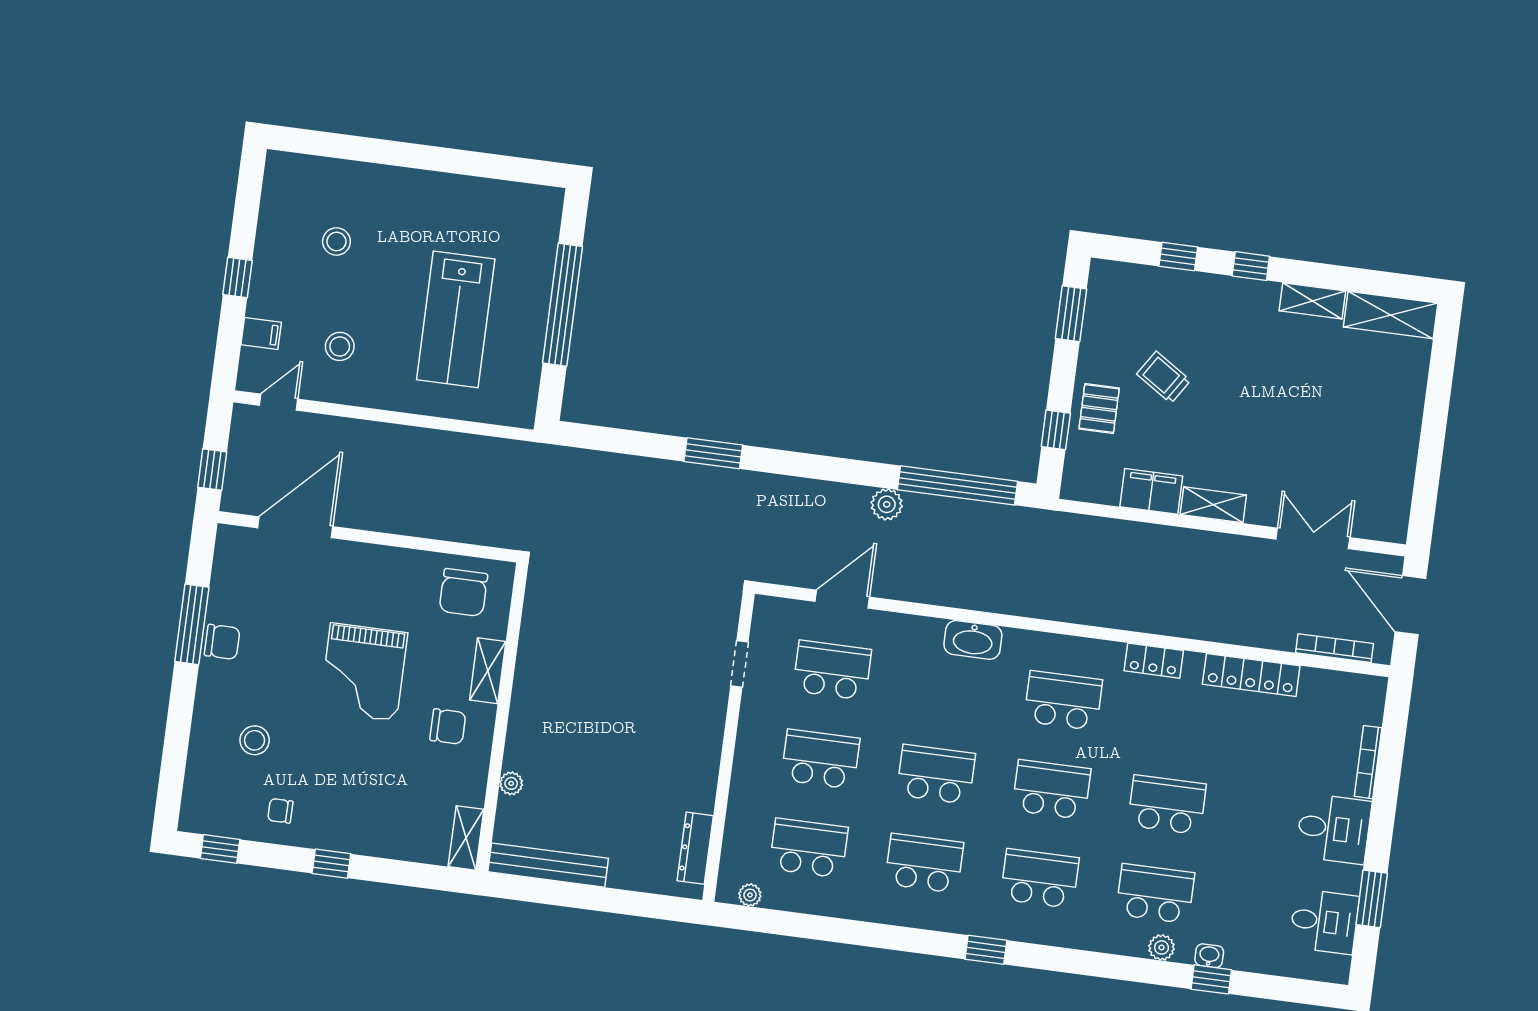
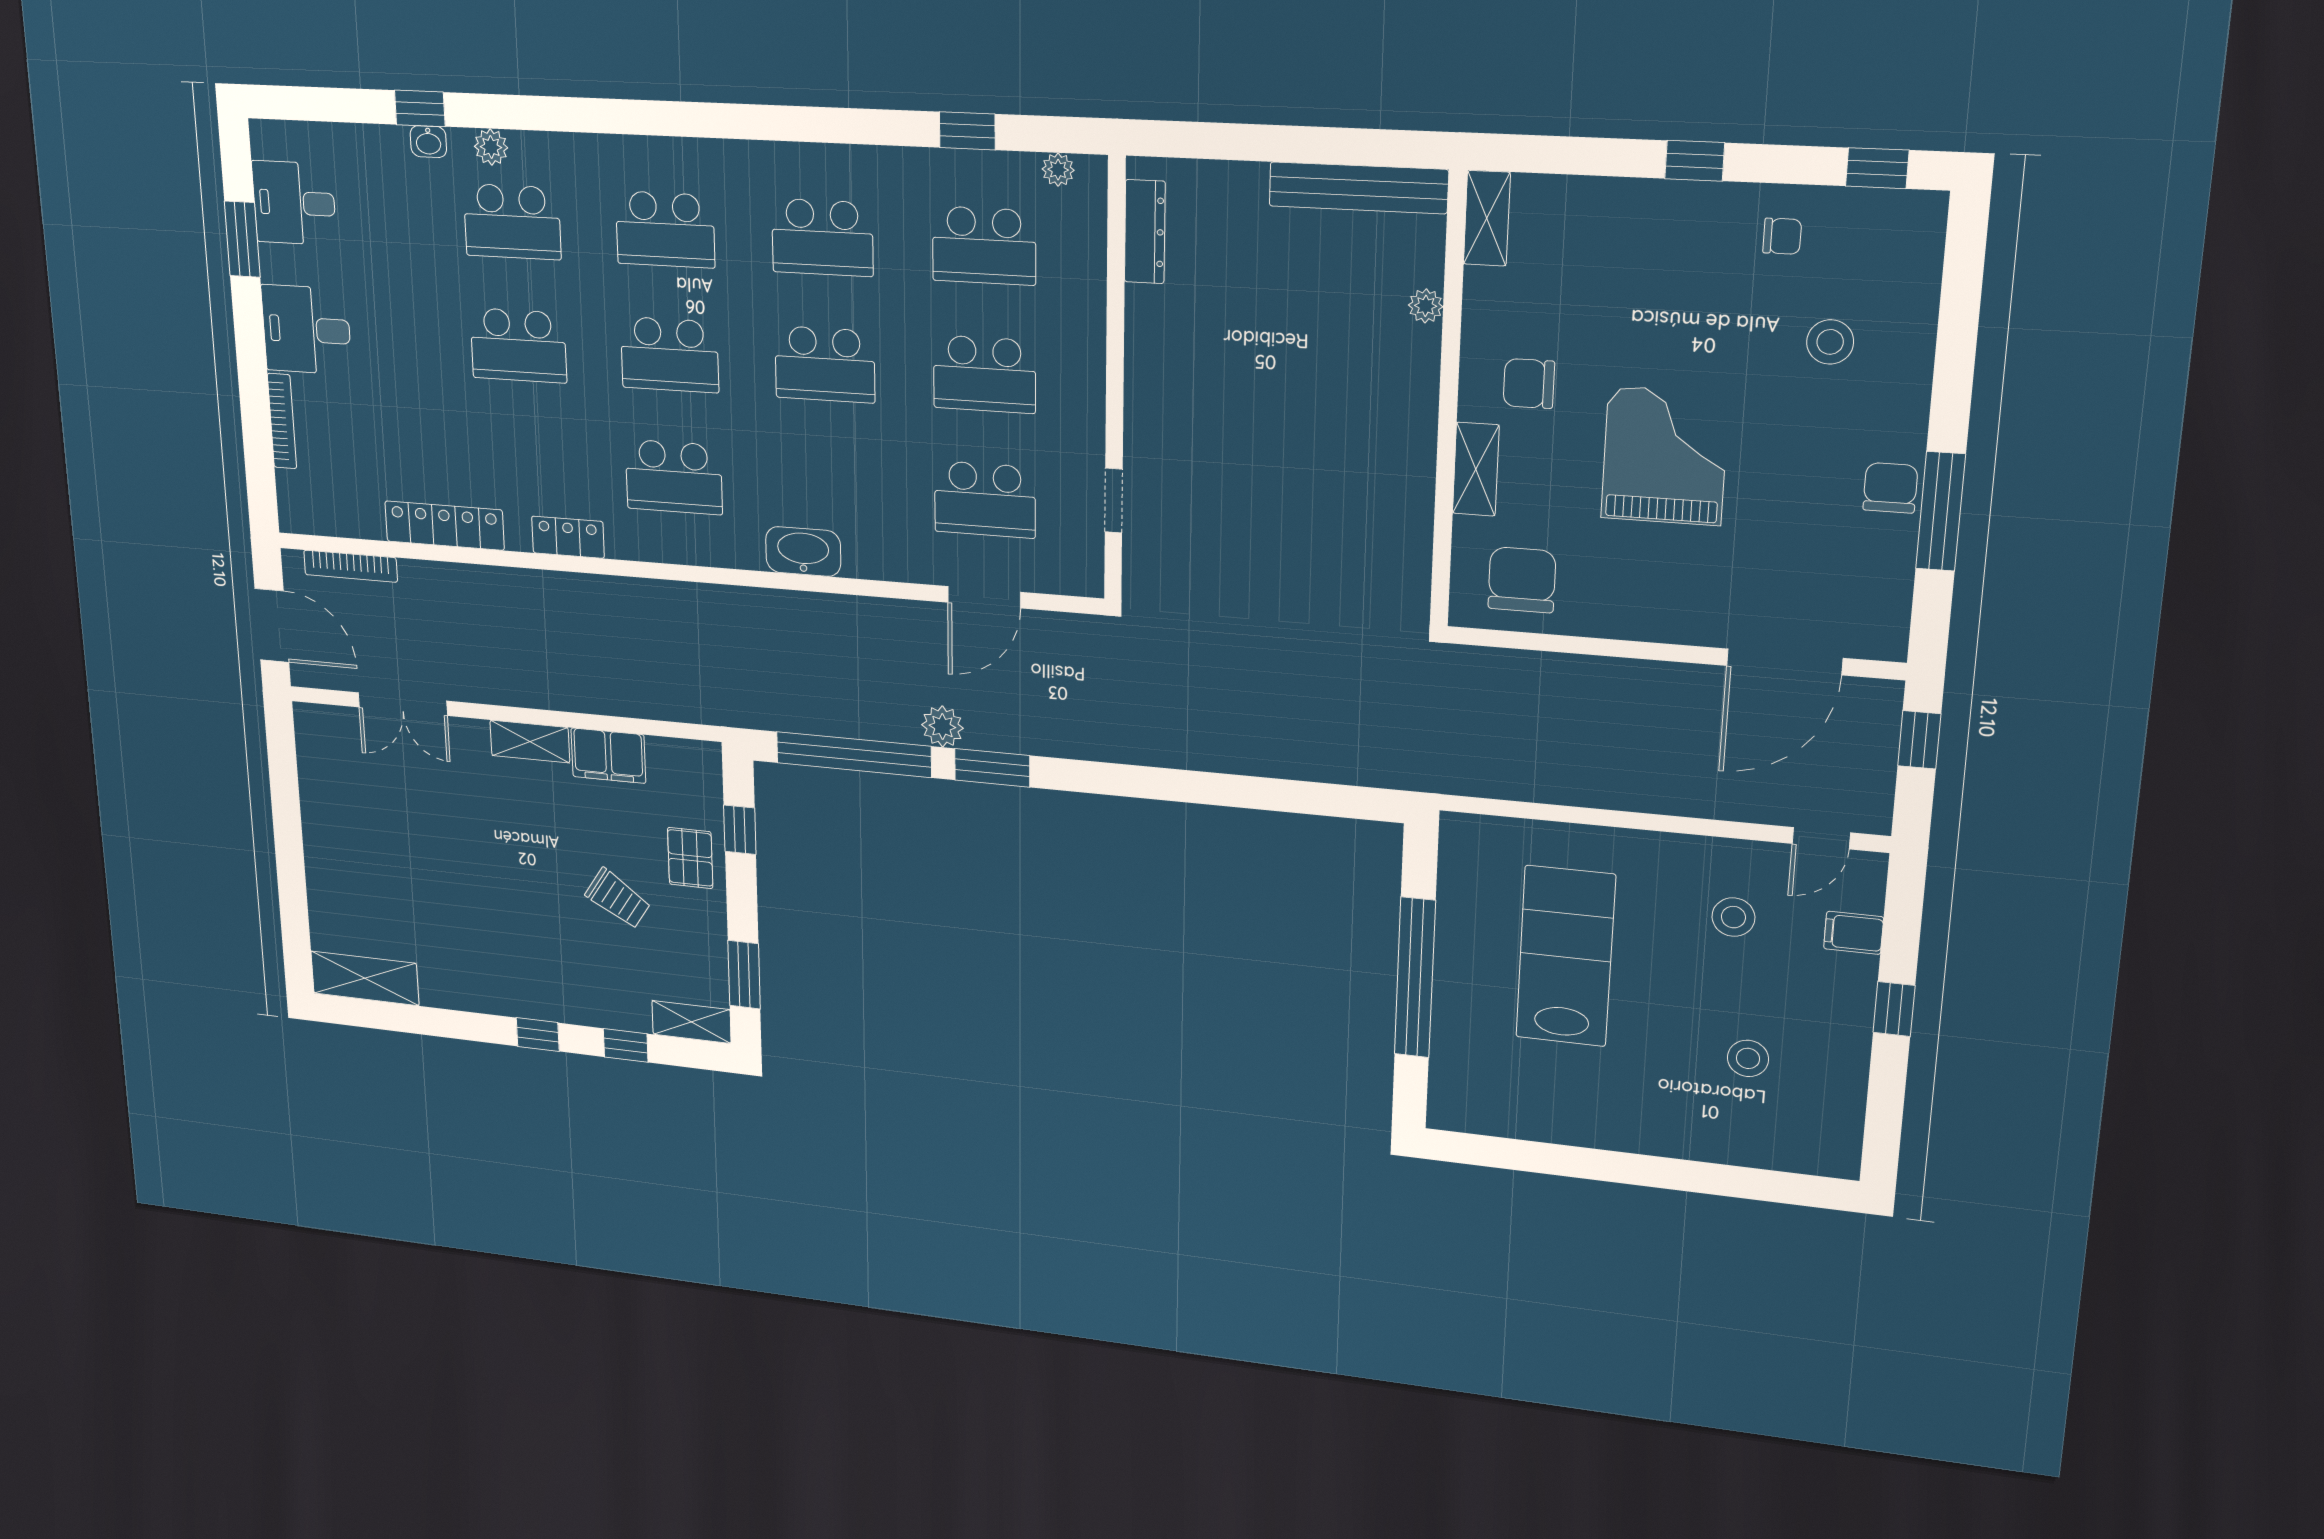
shelving: (1312, 301) -> (691, 1022), moved
window: (713, 453) -> (992, 768), moved
chair: (222, 642) -> (1890, 488), turned 90
window: (986, 950) -> (967, 131), moved

